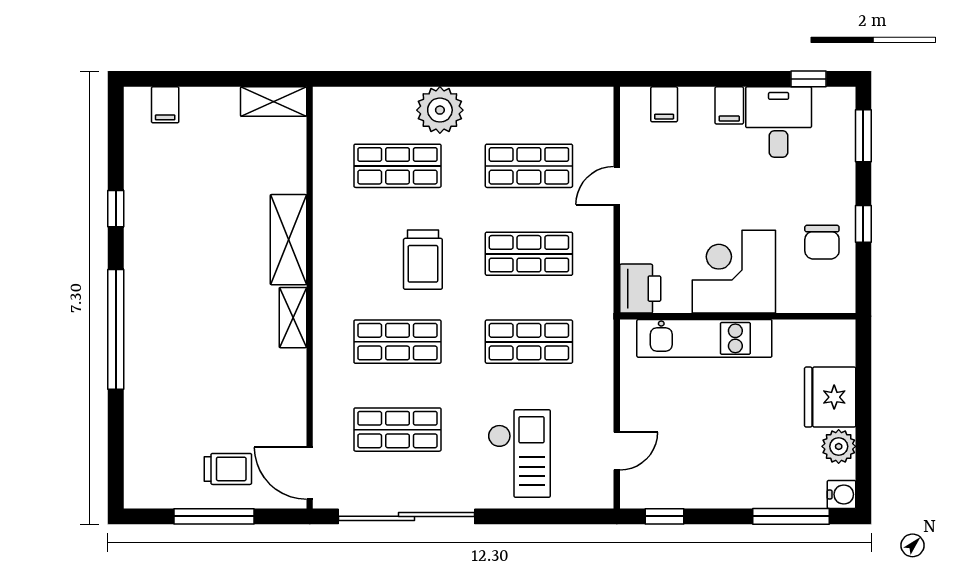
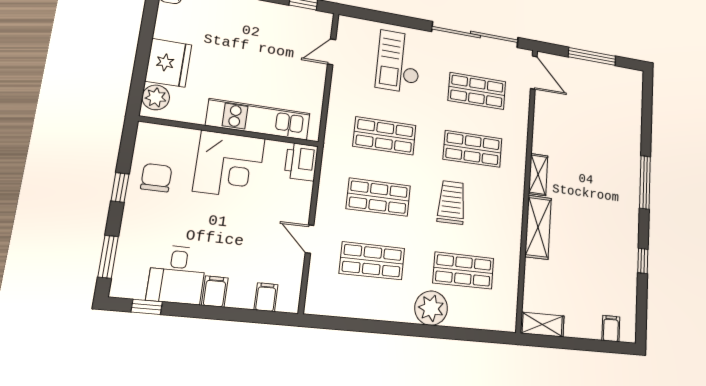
door: (617, 186) -> (310, 239), swing flipped
window: (116, 329) -> (645, 182), width x0.68
plant: (839, 446) -> (156, 97), moved
trolley: (228, 469) -> (583, 84), removed

